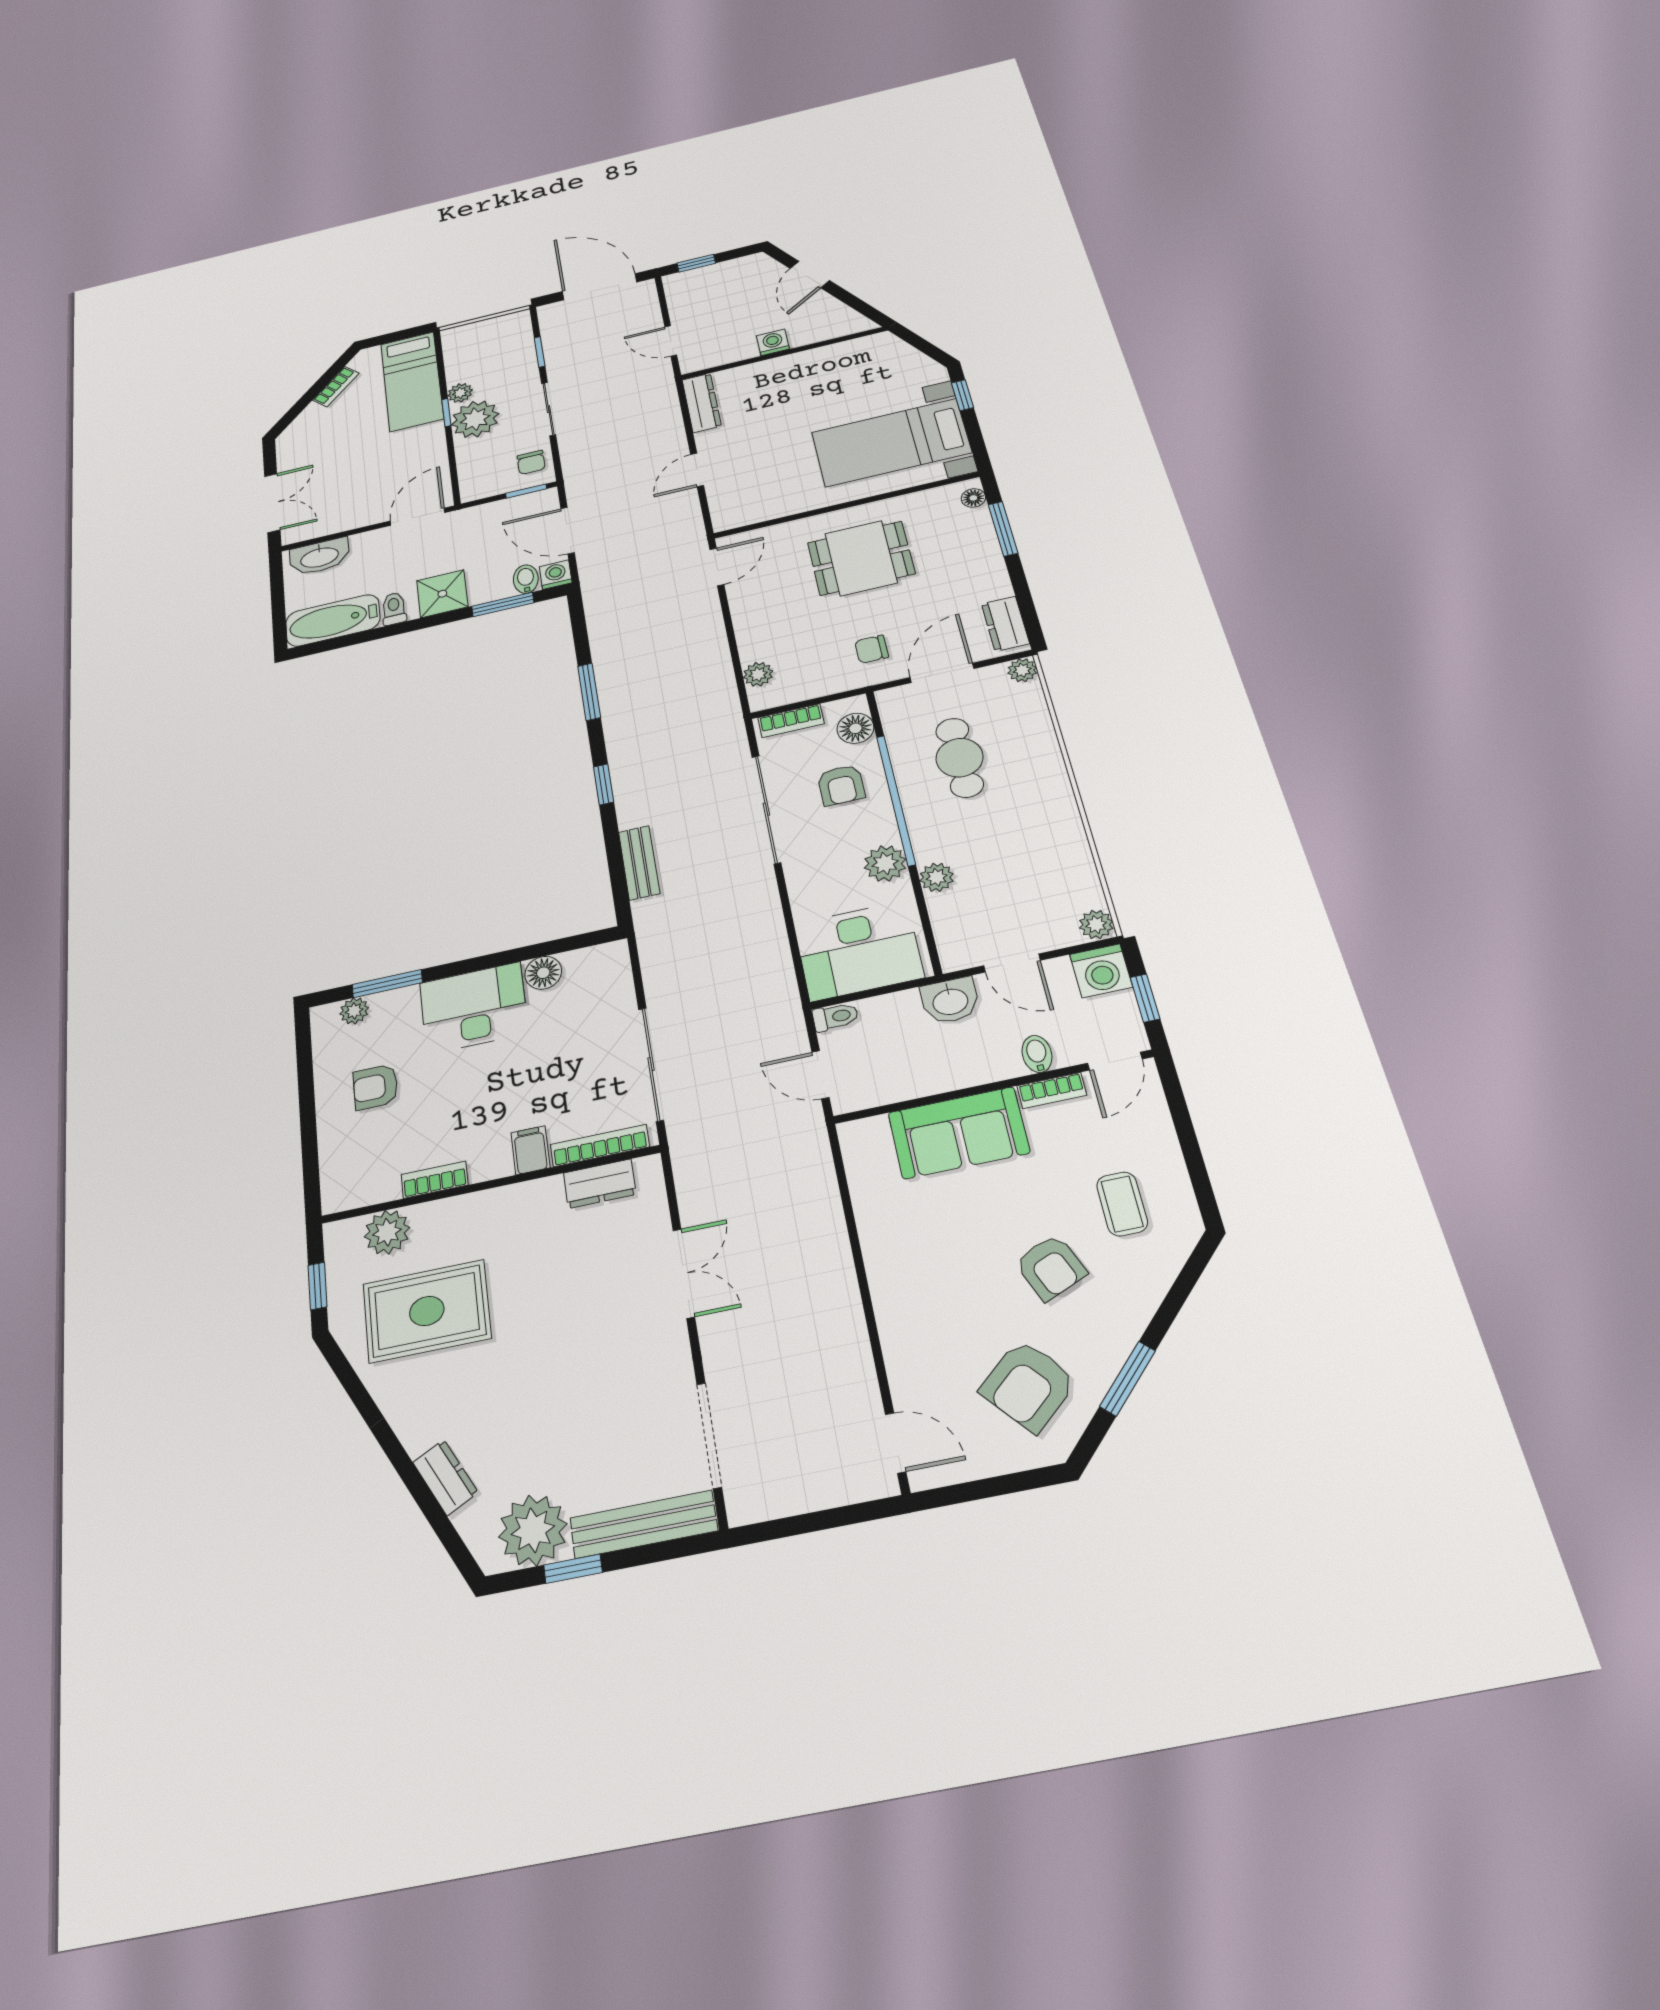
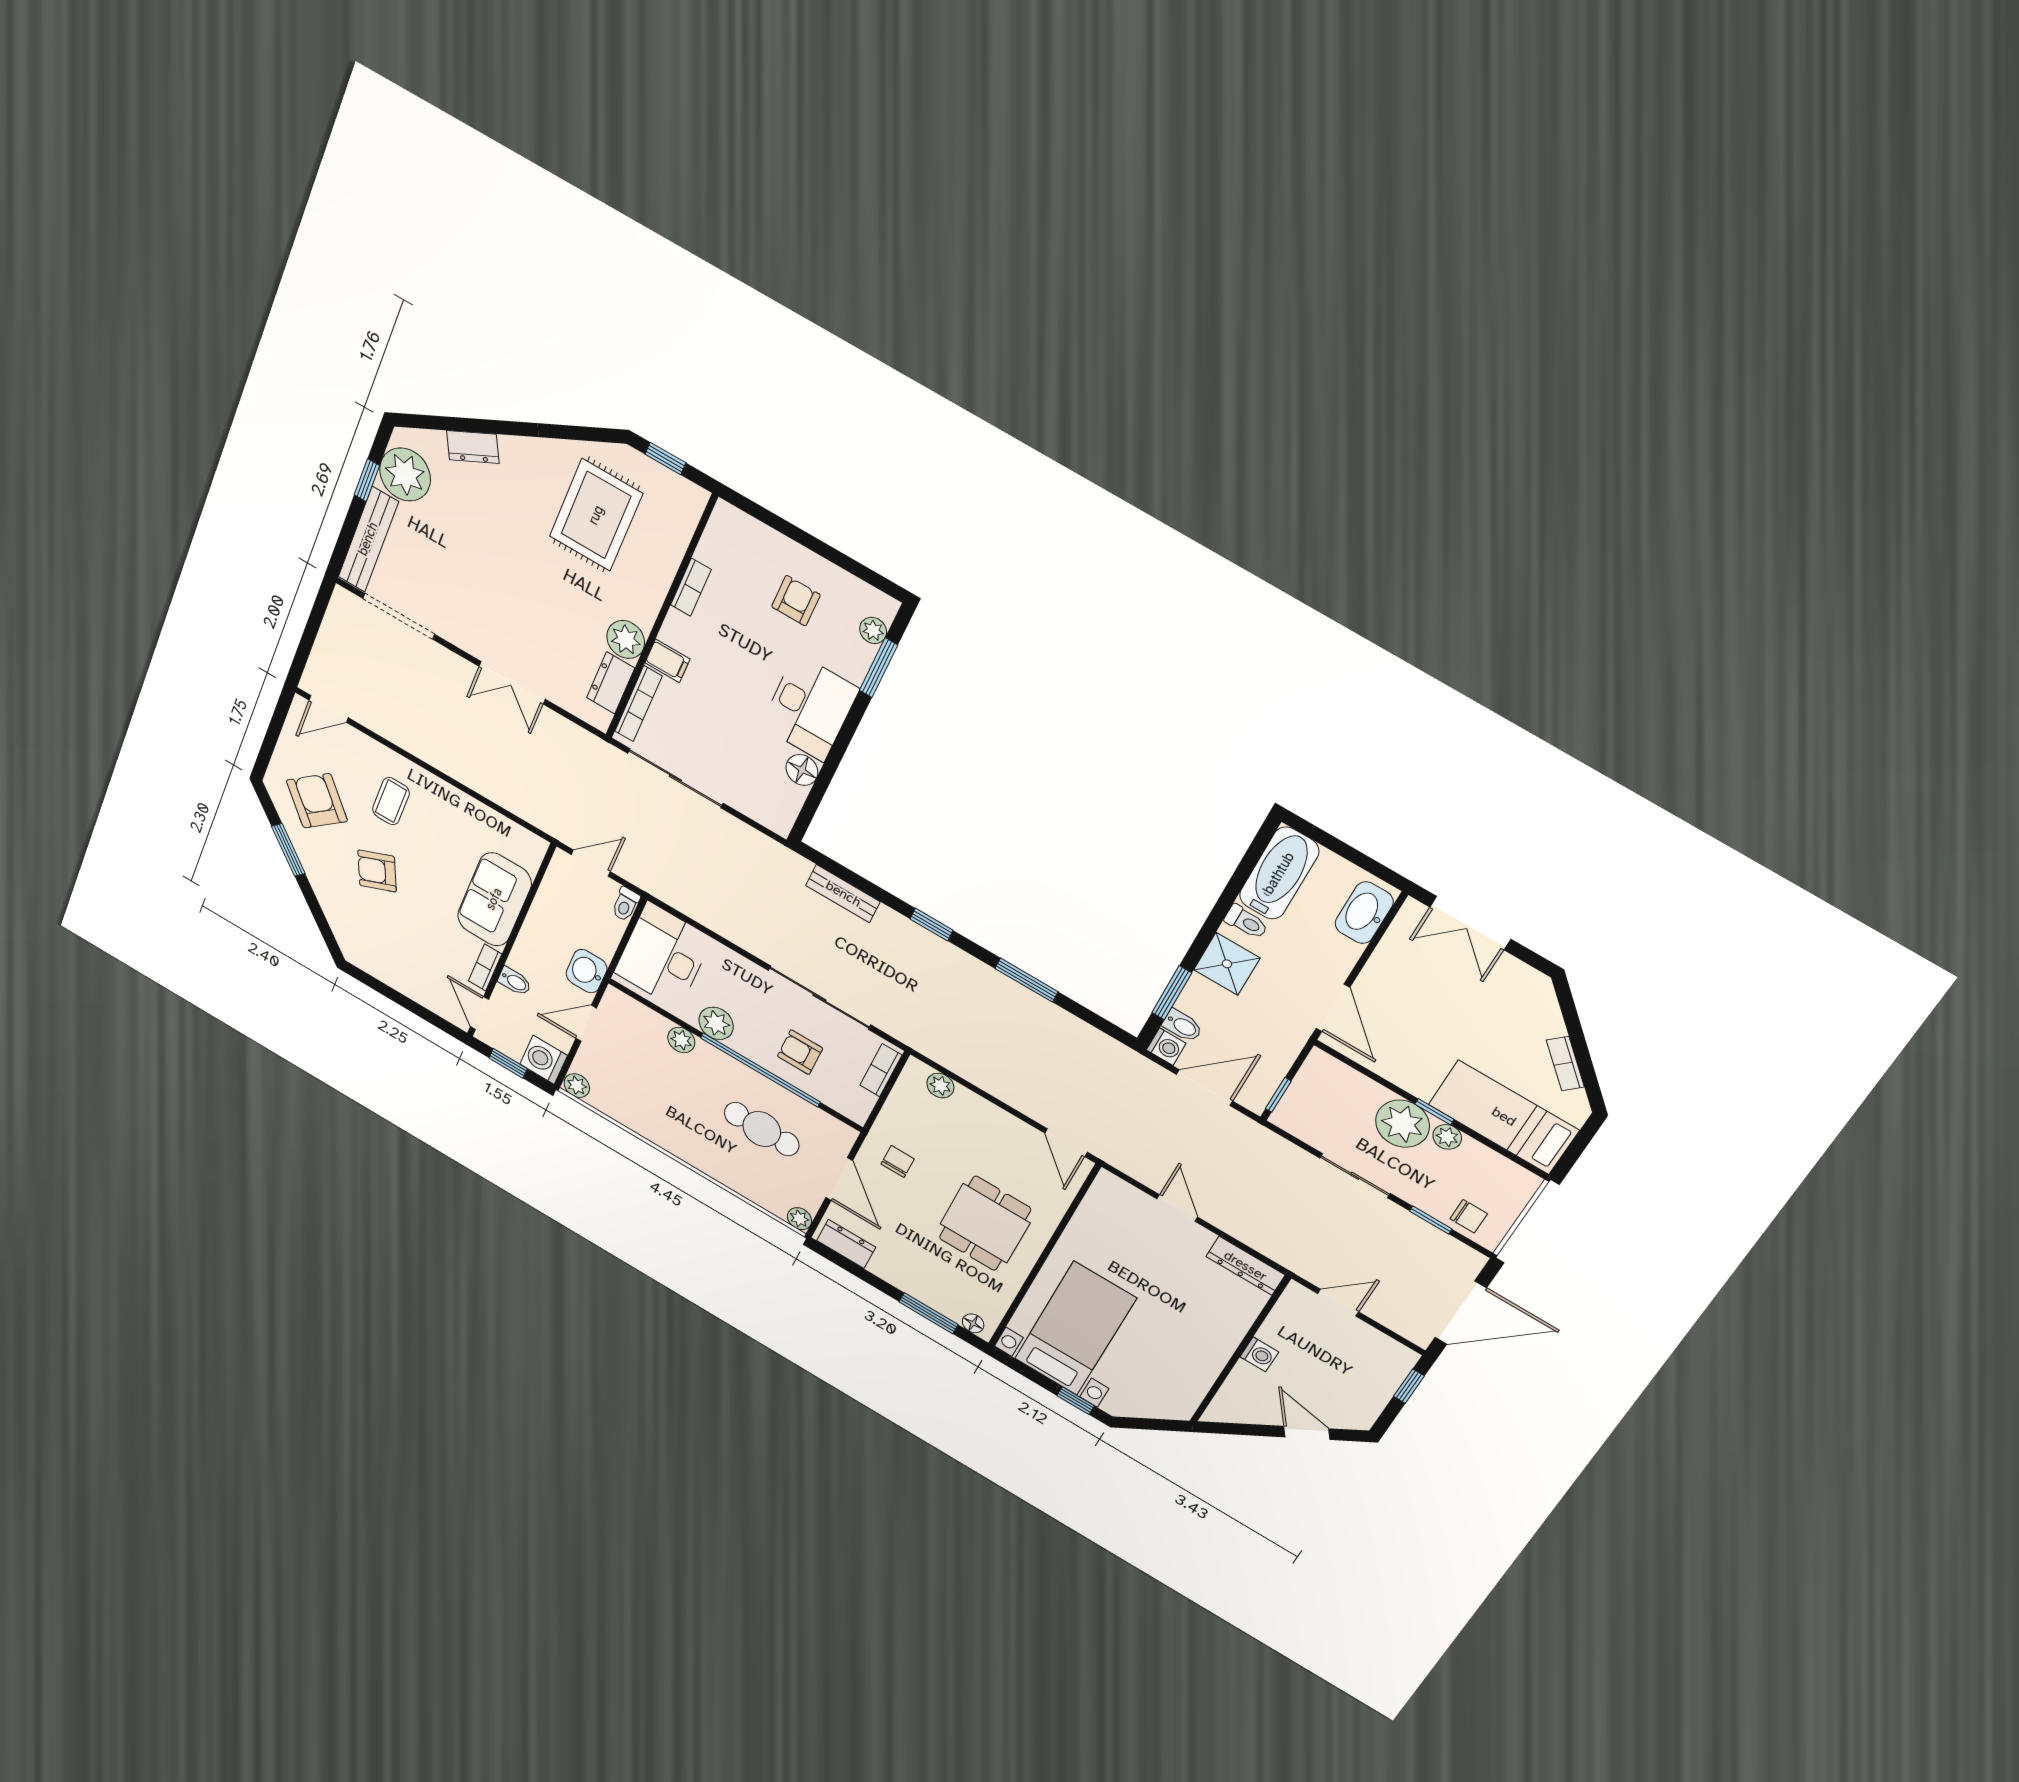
chair: (531, 462) -> (1469, 1216), moved, turned 180
floor lamp: (855, 728) -> (839, 1098), removed
coffee table: (1122, 1204) -> (391, 801), moved, turned 90
plant: (387, 1232) -> (626, 640), moved

